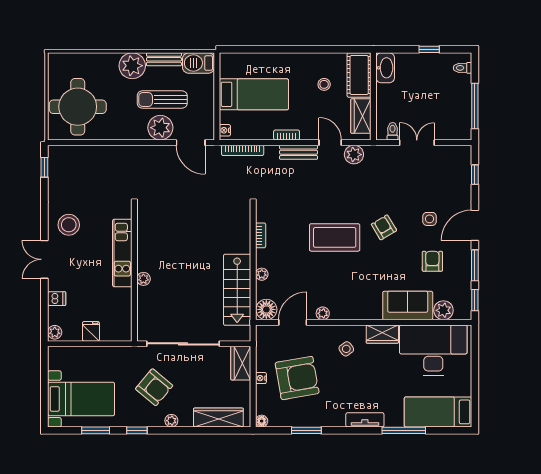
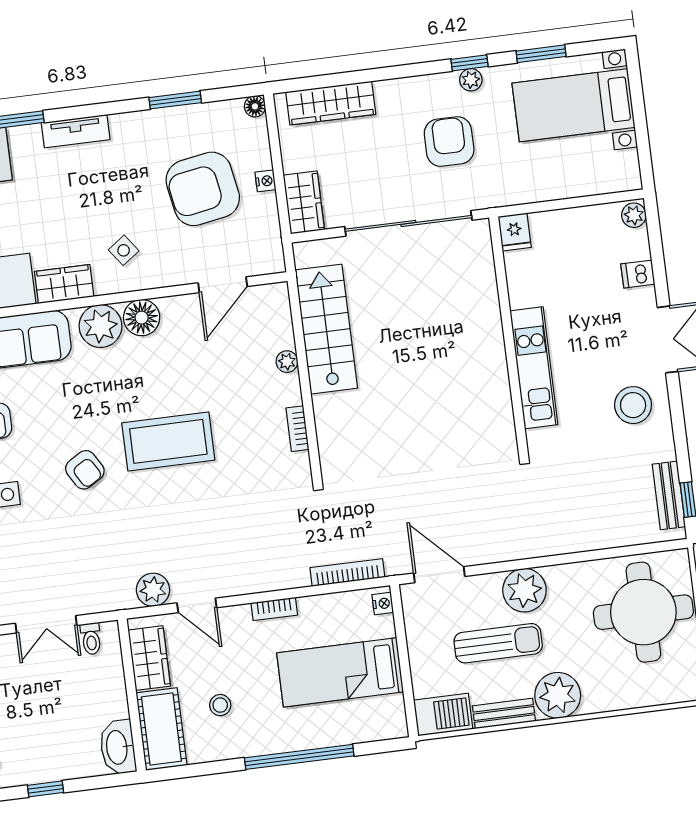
window: (283, 49) -> (299, 757), added
plant: (160, 128) -> (524, 590), moved
bench: (299, 152) -> (669, 495), moved, turned 90
plant: (143, 279) -> (491, 327), removed
floor lamp: (266, 309) -> (142, 318), moved
plant: (323, 313) -> (100, 326), moved, width x1.88, depth x1.88
fridge: (91, 331) -> (515, 232), moved
armchair: (154, 387) -> (449, 142), turned 50
plant: (171, 421) -> (471, 80), moved

